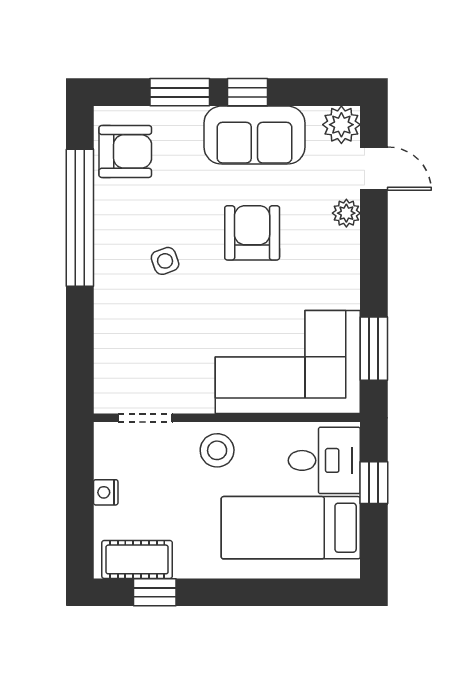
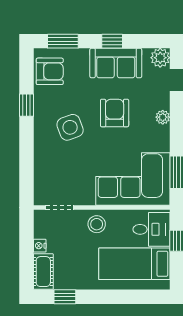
window: (180, 92) -> (63, 41), moved
plant: (346, 213) -> (163, 117), moved
window: (80, 218) -> (27, 105), width x0.32
side table: (165, 261) -> (70, 127), width x1.87, depth x1.87
cot: (137, 559) -> (43, 272), moved, turned 90

